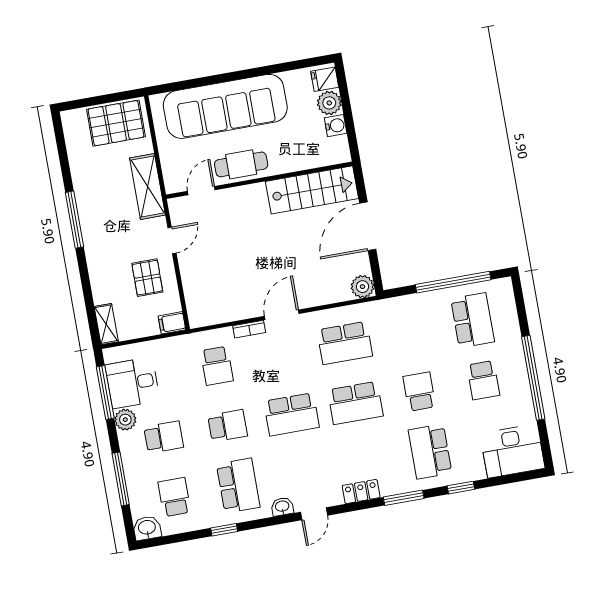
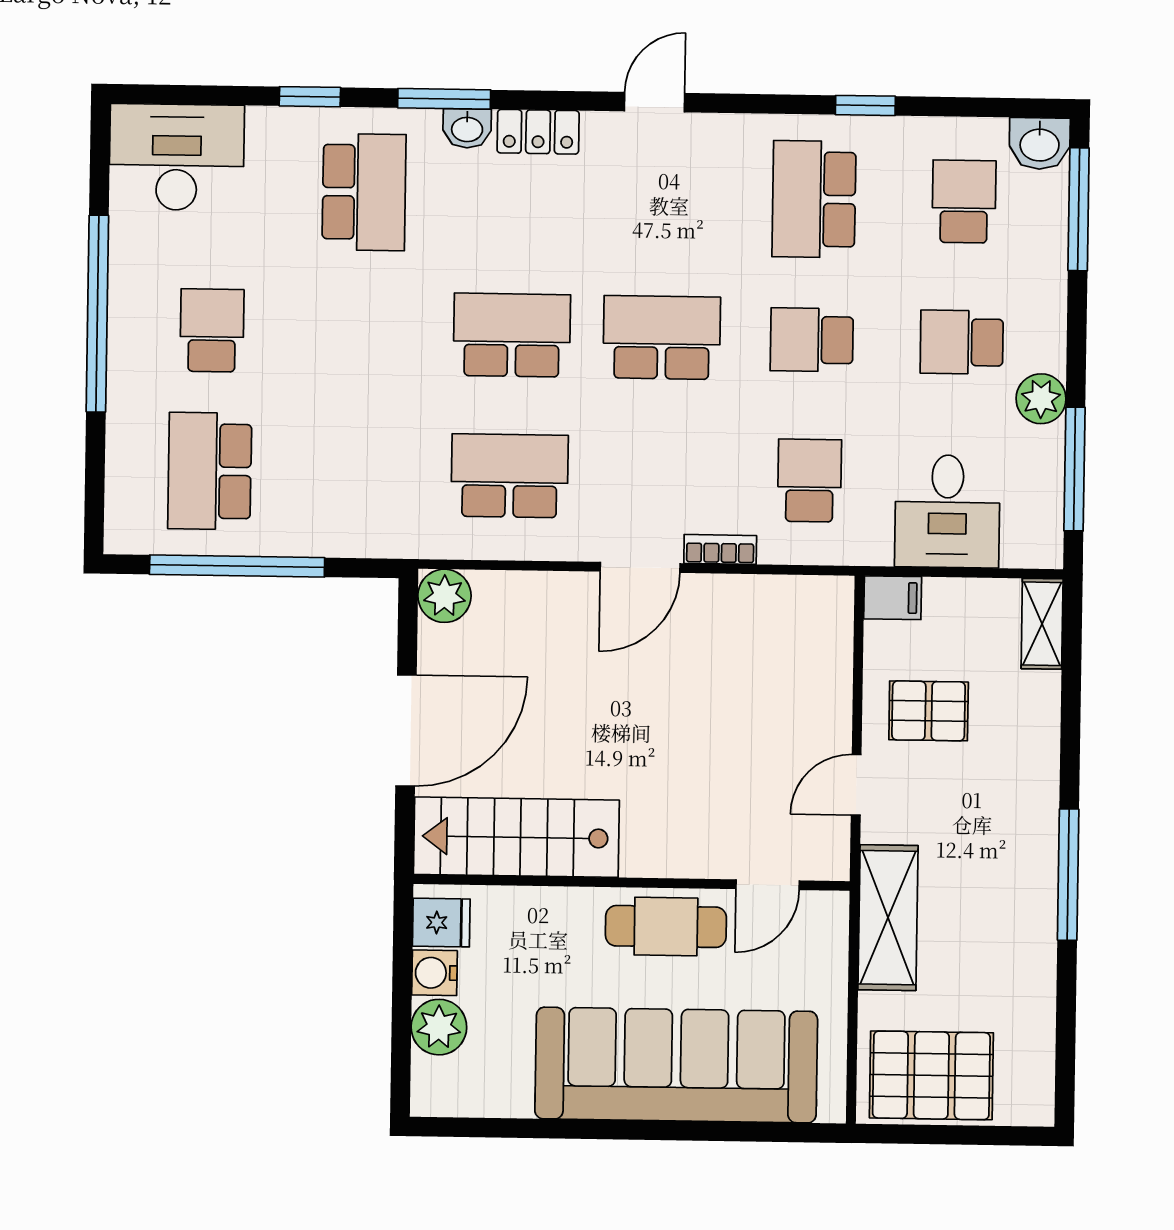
fridge: (325, 79) -> (441, 923), moved
pallet: (147, 278) -> (929, 711), turned 90
desk: (132, 383) -> (947, 511), moved, turned 90
school desk: (419, 392) -> (362, 333), removed
window: (121, 479) -> (1079, 209), moved
school desk: (174, 497) -> (964, 201), turned 180
washbasin: (282, 507) -> (467, 128), moved

